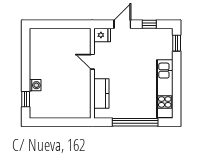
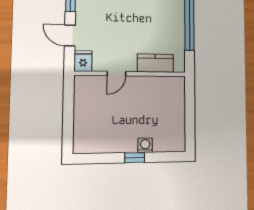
window: (26, 99) -> (135, 158), moved

